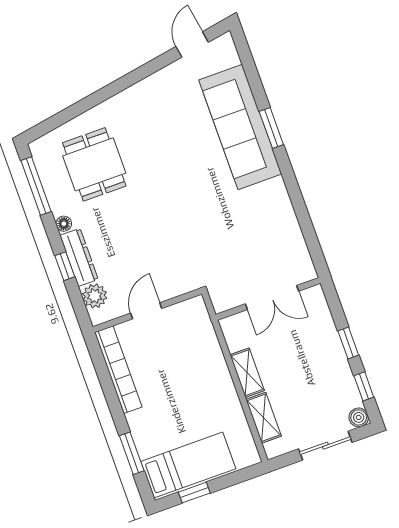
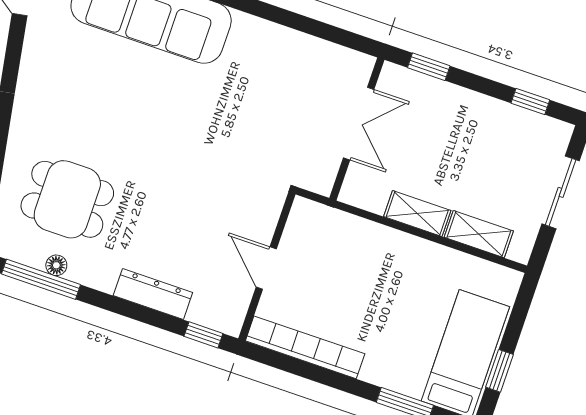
floor lamp: (64, 224) -> (56, 265), moved
window: (65, 266) -> (203, 335), moved
plant: (95, 296) -> (207, 310), removed
window: (348, 343) -> (429, 67), moved
boiler: (359, 417) -> (559, 133), removed

